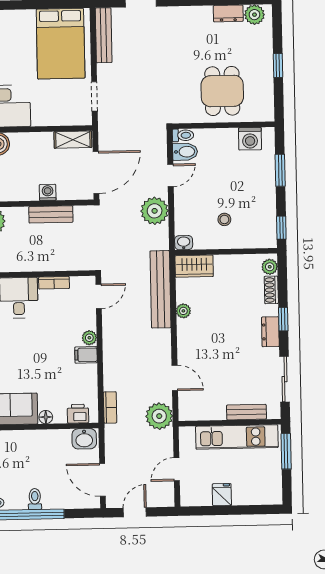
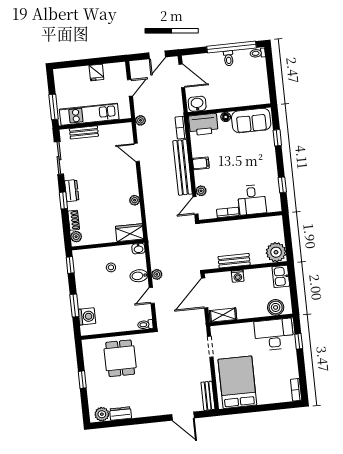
bench: (104, 35) -> (208, 396), width x0.73
washing machine: (250, 139) -> (87, 316), moved, turned 90
bidet: (185, 152) -> (139, 276), moved
plant: (155, 211) -> (157, 274), width x0.53, depth x0.53
bench: (160, 289) -> (183, 167), moved
plant: (89, 338) -> (201, 191), moved
printer: (78, 414) -> (203, 124), width x1.87, depth x1.48
plant: (159, 416) -> (140, 120), width x0.53, depth x0.53

